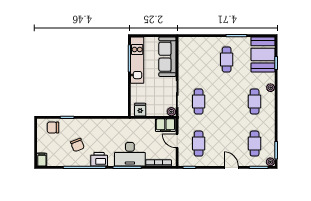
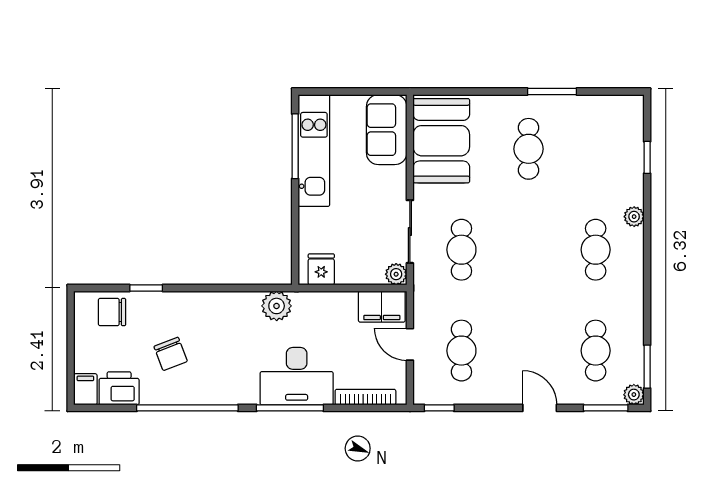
booth: (263, 54) -> (441, 141), moved
sofa: (167, 57) -> (387, 130), width x0.73
plant: (122, 125) -> (277, 306), added
printer: (99, 159) -> (119, 388), moved

